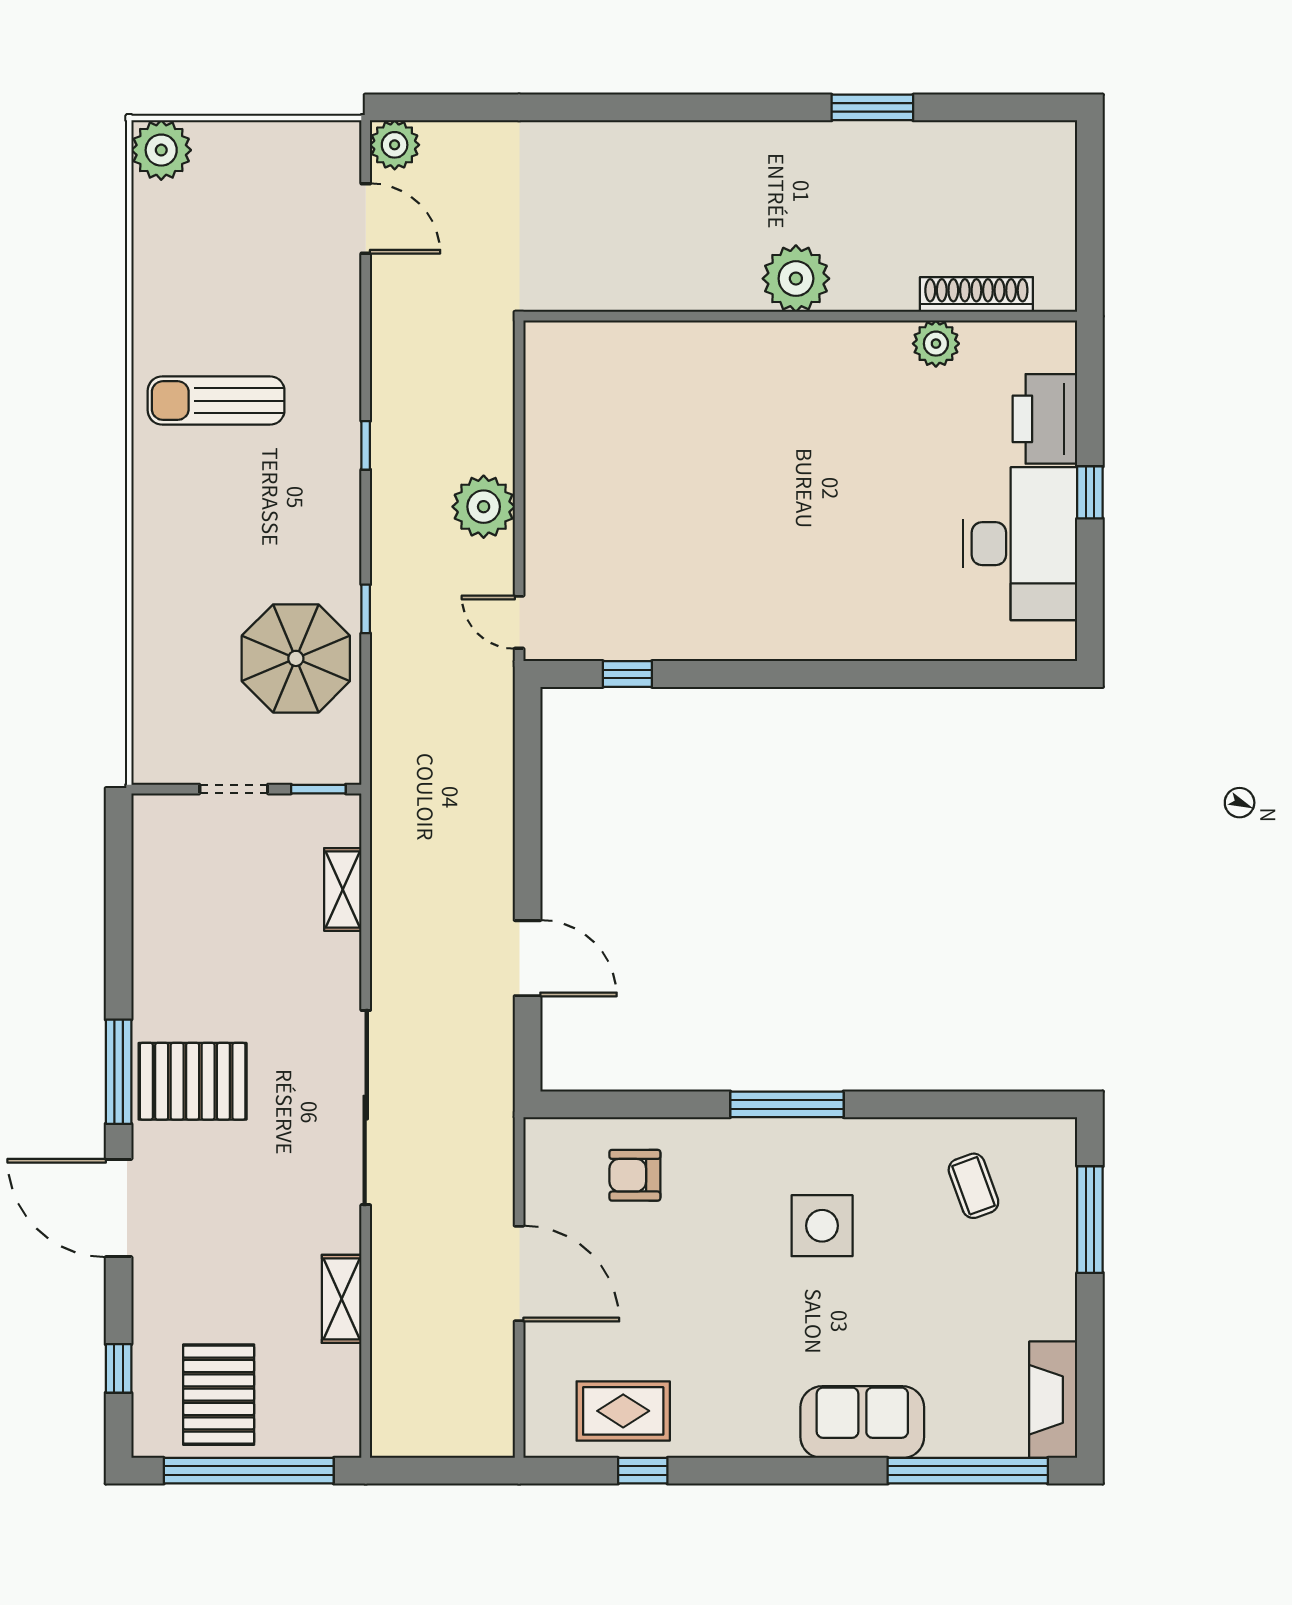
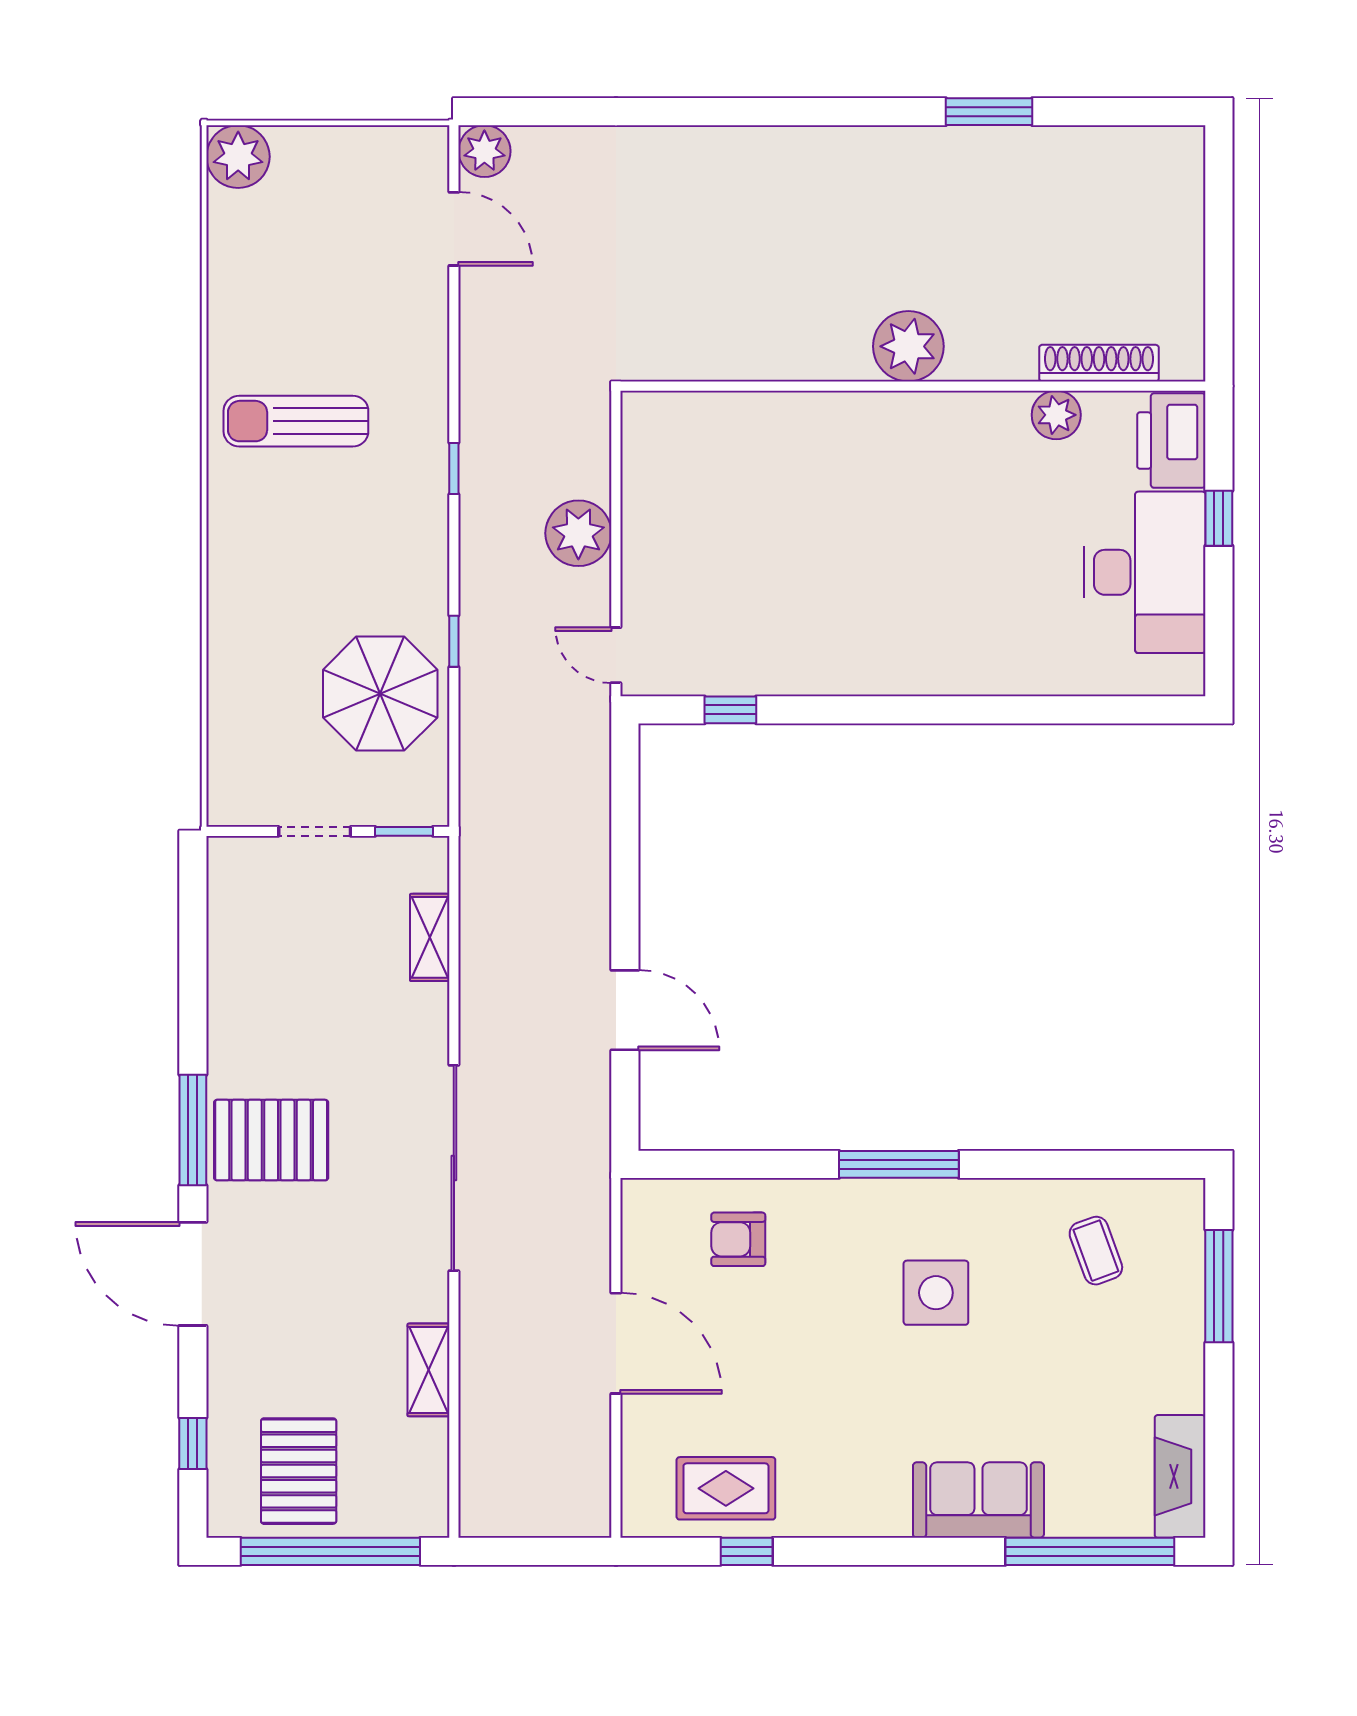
plant: (796, 279) -> (908, 346), moved
shoe rack: (976, 294) -> (1099, 363), moved
wall: (800, 316) -> (913, 386), moved
plant: (936, 344) -> (1056, 415), moved

